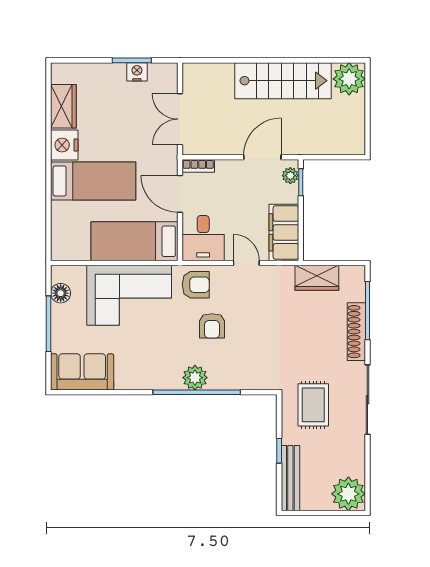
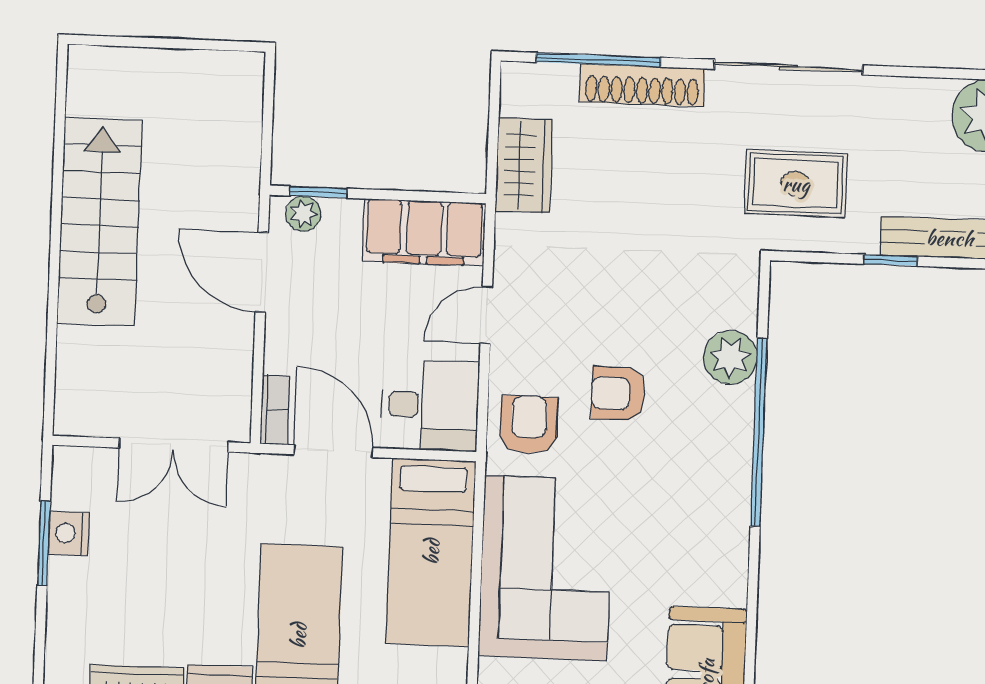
plant: (349, 79) -> (101, 80), removed
door: (180, 194) -> (333, 451), swing flipped
armchair: (212, 326) -> (618, 393), turned 180
plant: (195, 378) -> (730, 358), moved

